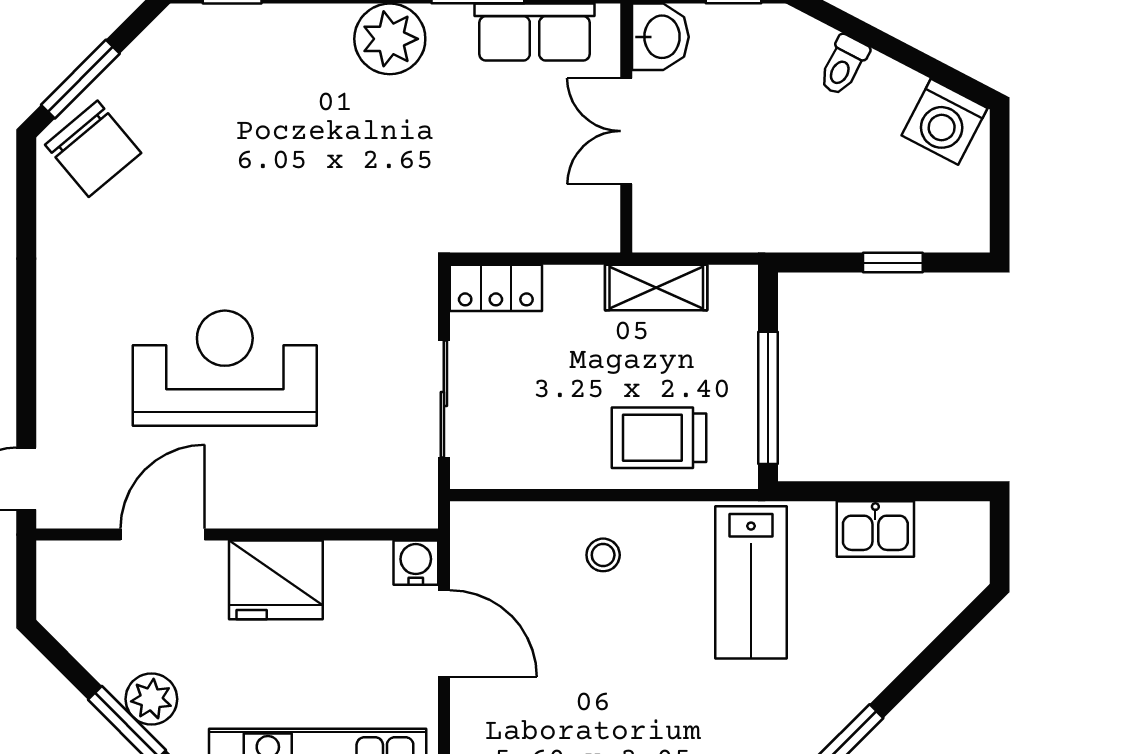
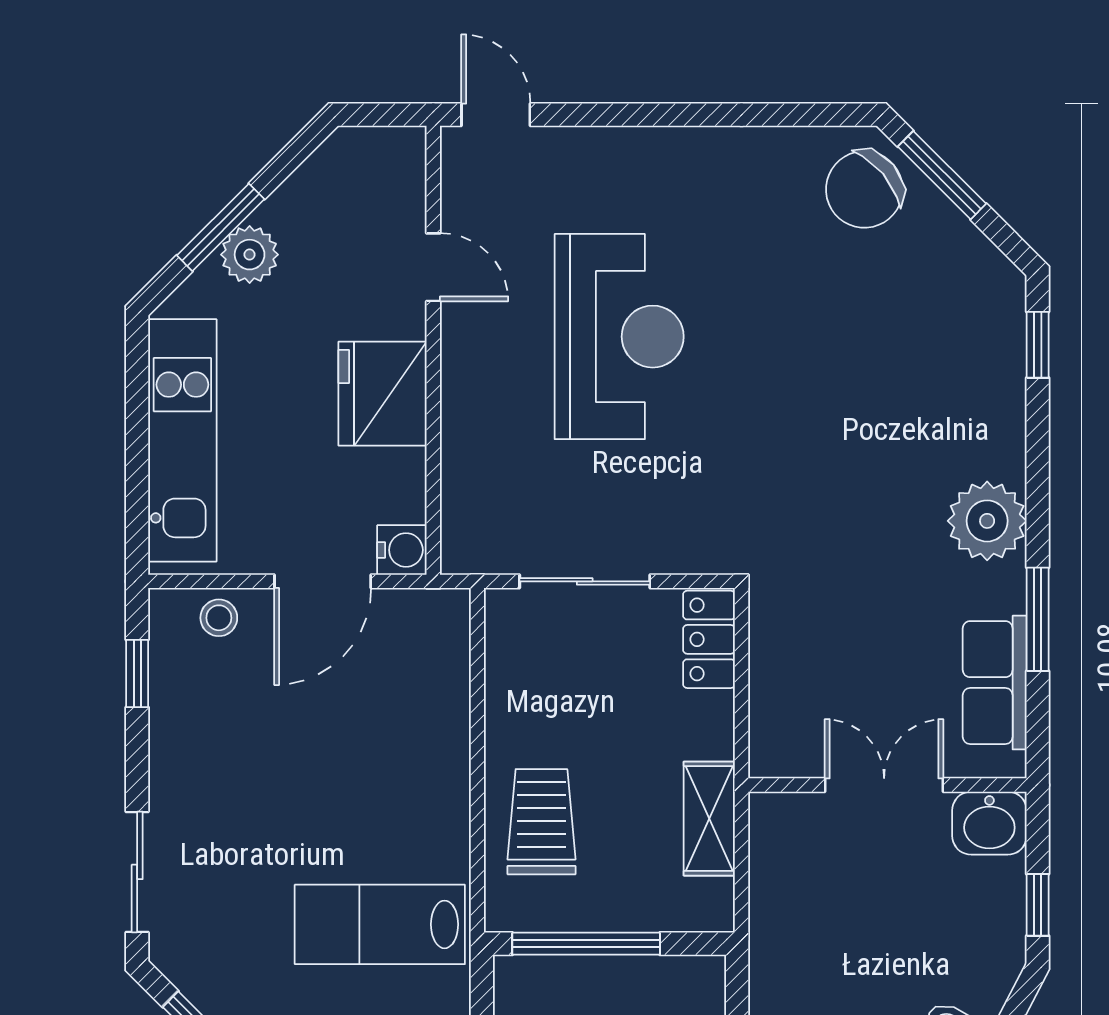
door: (163, 535) -> (433, 267), width x0.73
stool: (603, 555) -> (219, 618), moved

